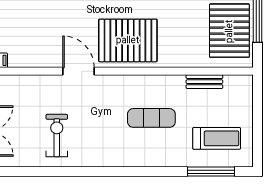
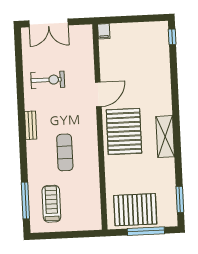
bench: (204, 82) -> (31, 125), moved
treadmill: (217, 138) -> (51, 204), turned 180

